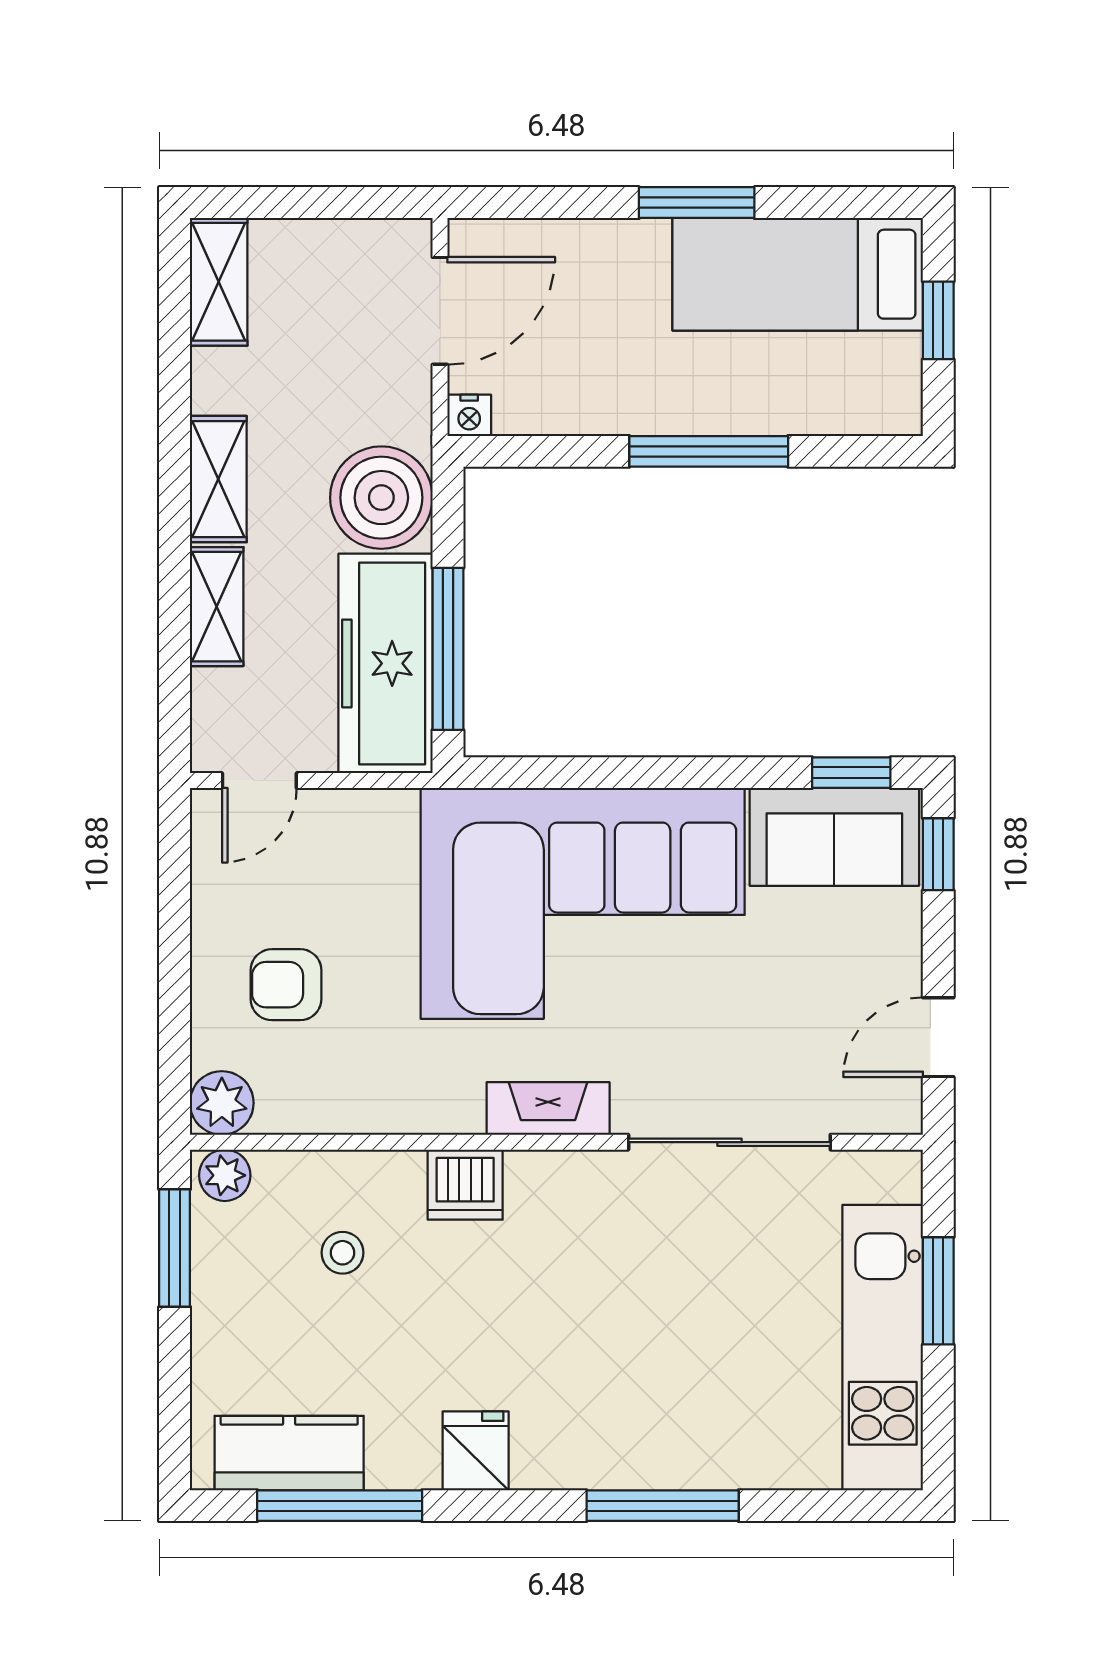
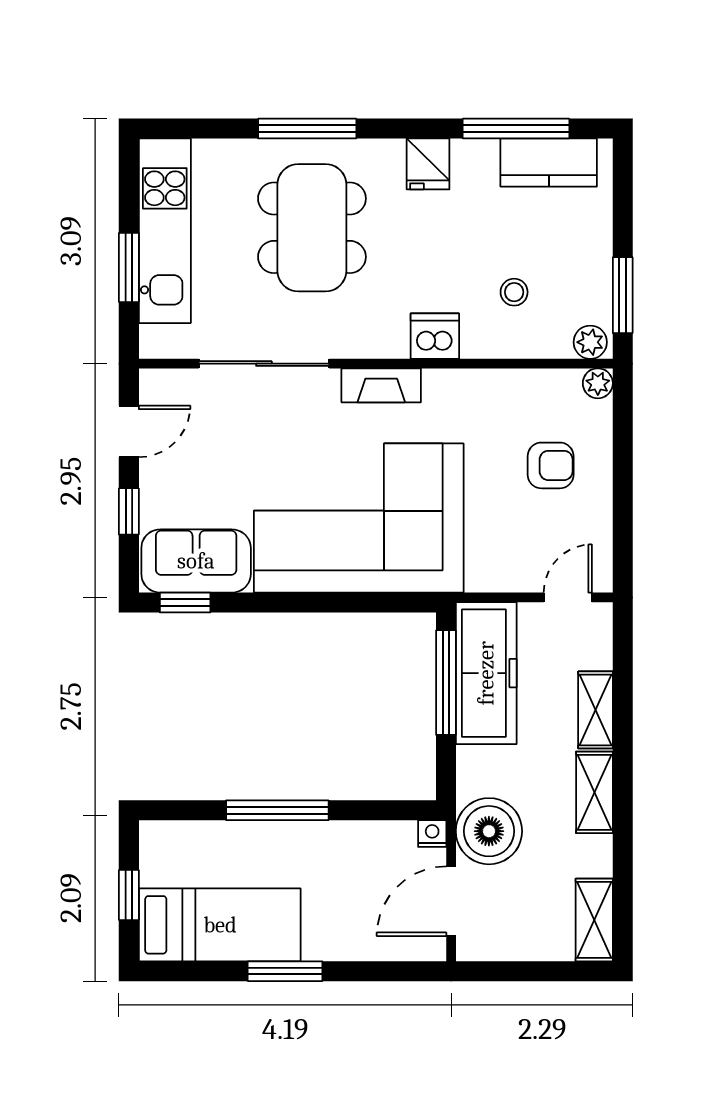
boiler: (381, 498) -> (489, 831), moved
window: (938, 854) -> (129, 511), moved
plant: (222, 1103) -> (598, 383), width x0.73, depth x0.73
dining table: (655, 1352) -> (312, 228), added

